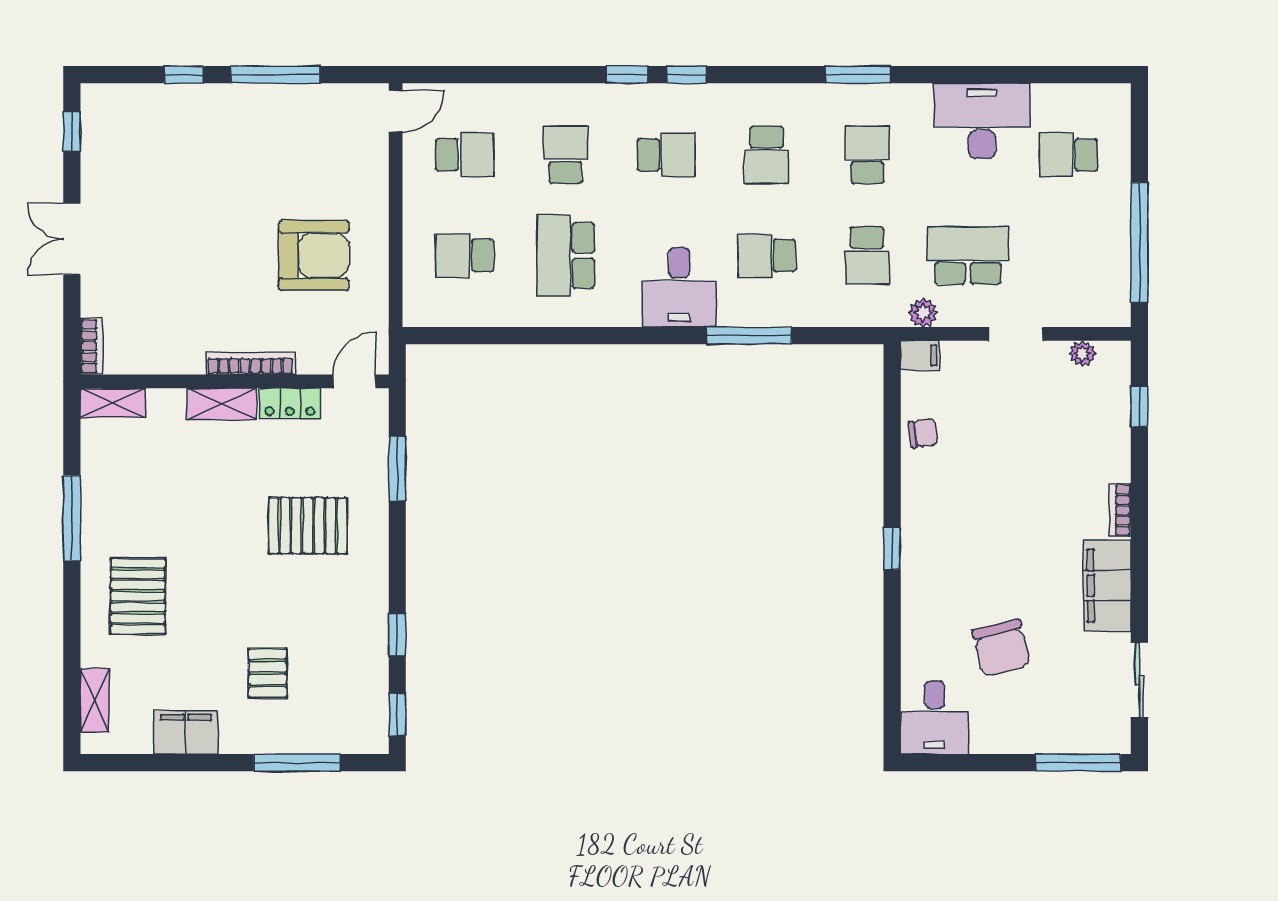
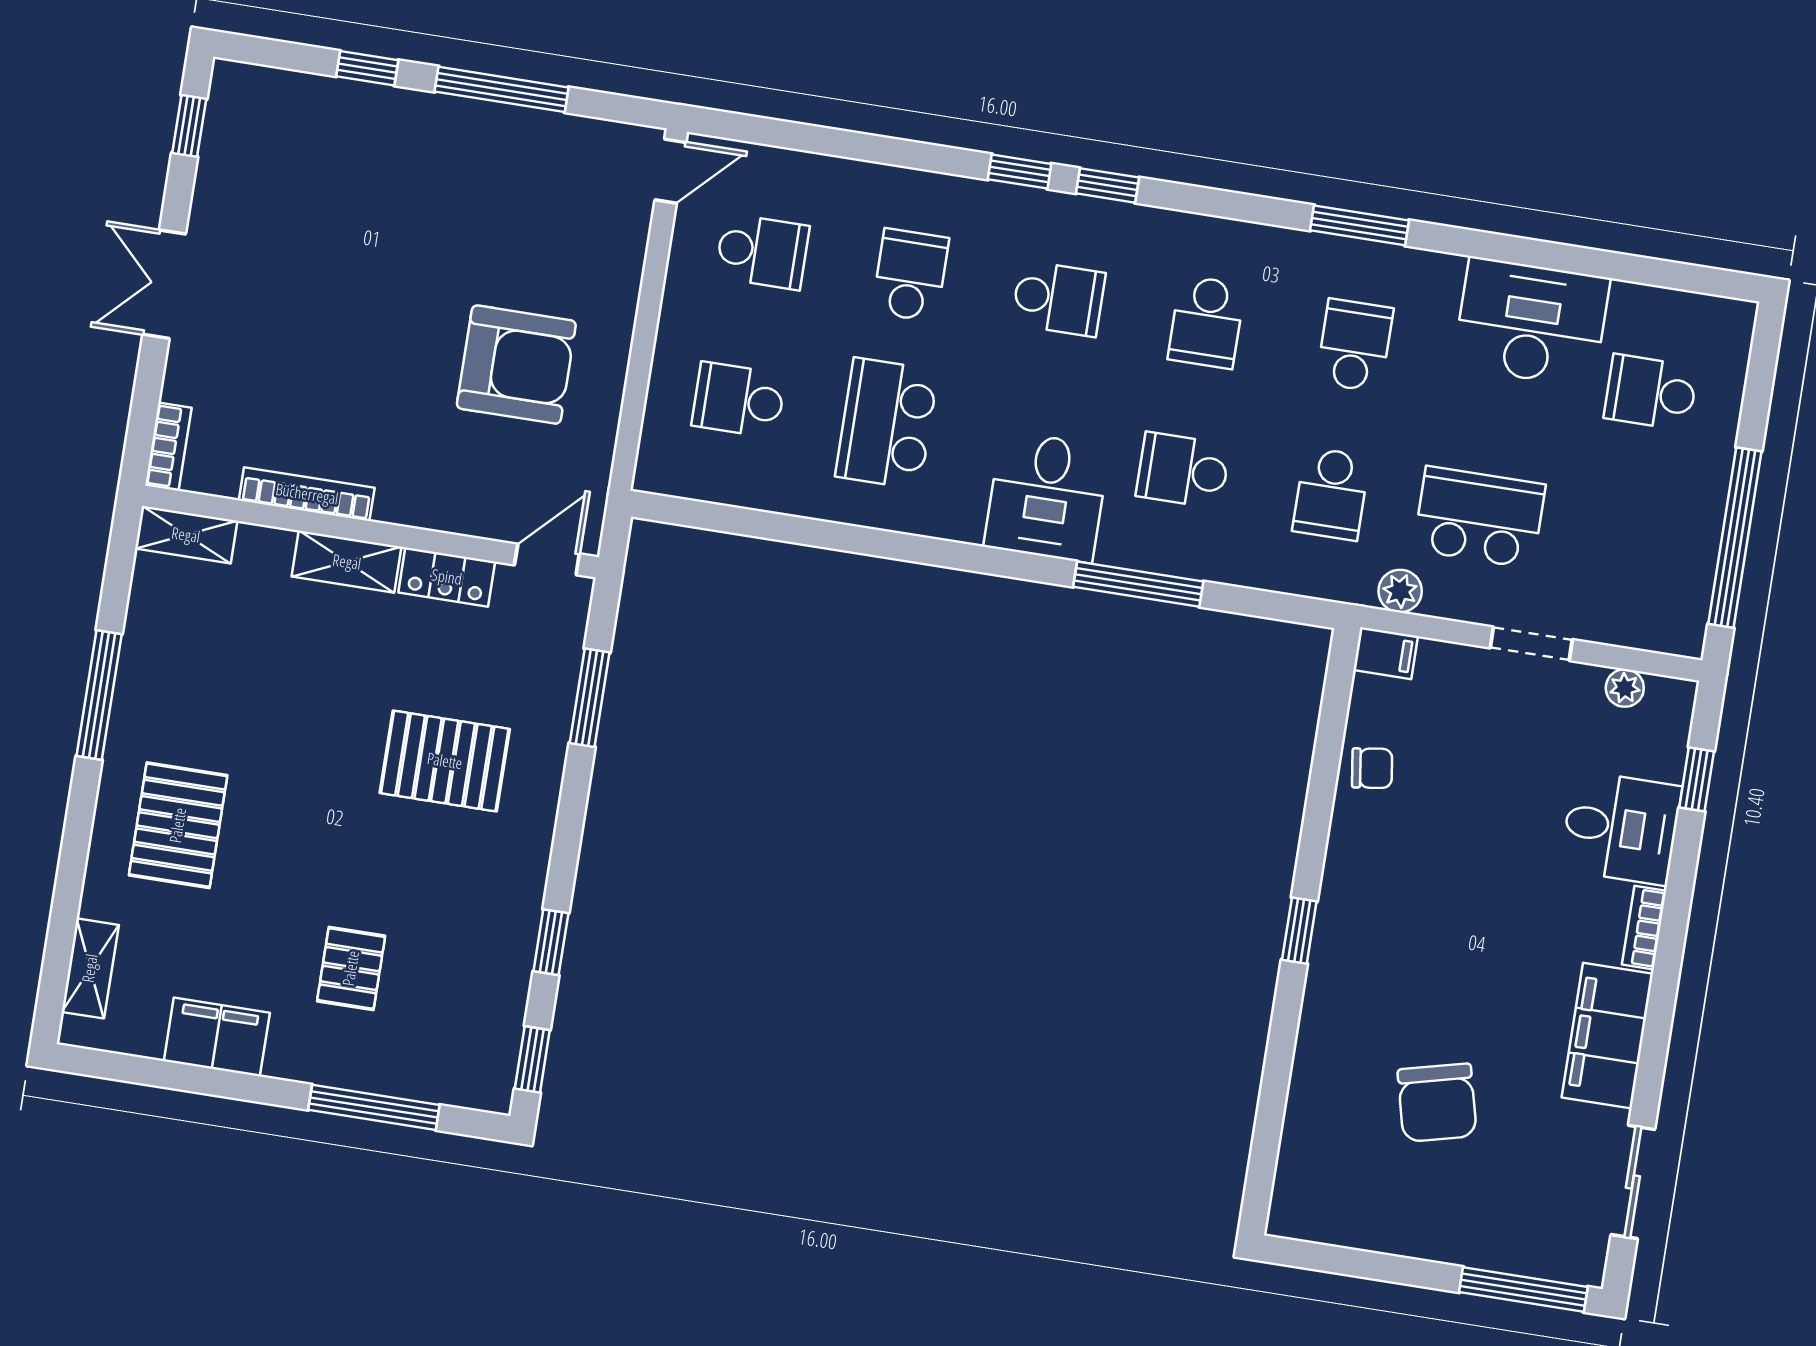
bookcase: (250, 363) -> (307, 494), moved
desk: (935, 718) -> (1621, 828), moved, turned -90

